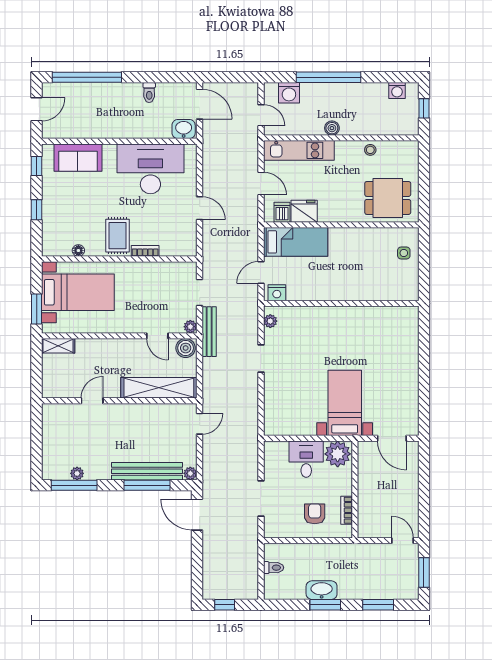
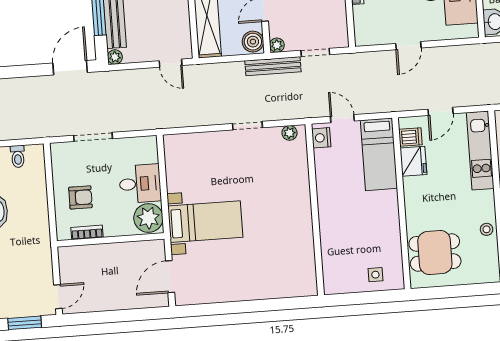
dining table: (388, 198) -> (435, 253), turned 90

